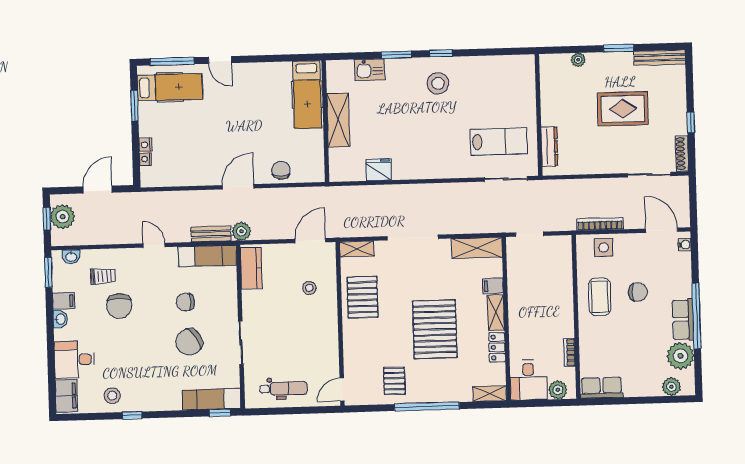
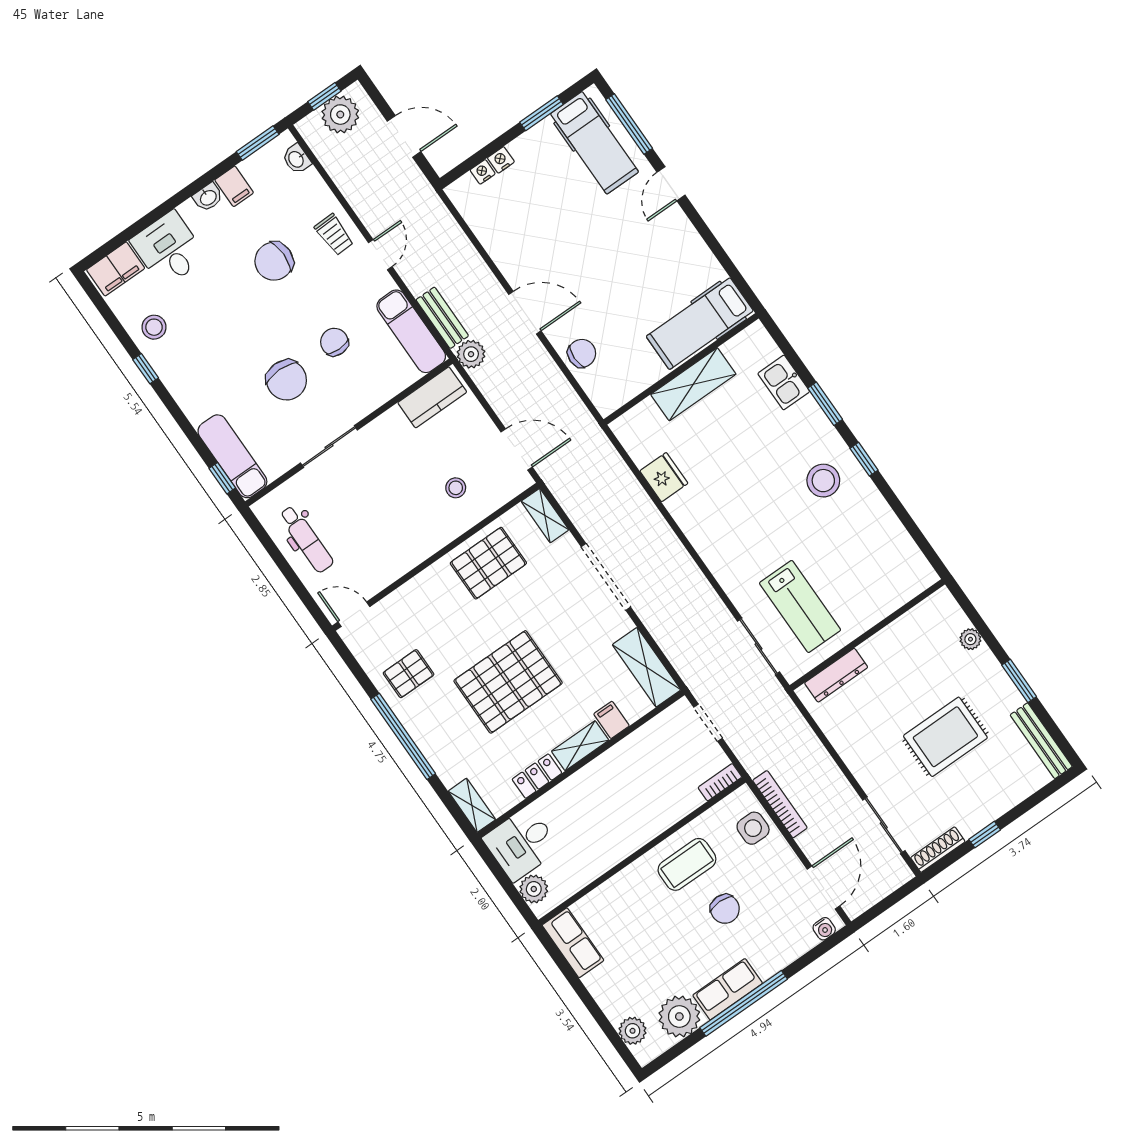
rug: (623, 109) -> (945, 737), turned 90
trolley: (103, 276) -> (334, 235), moved
chair: (189, 342) -> (286, 380), turned -146
bookcase: (569, 352) -> (720, 782), moved

